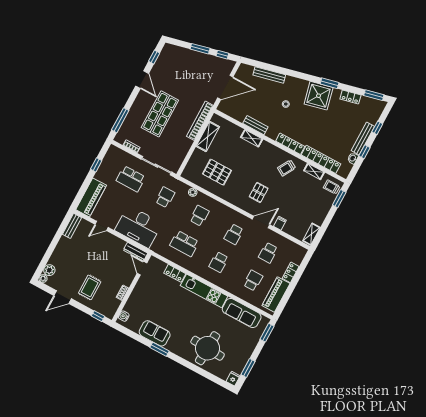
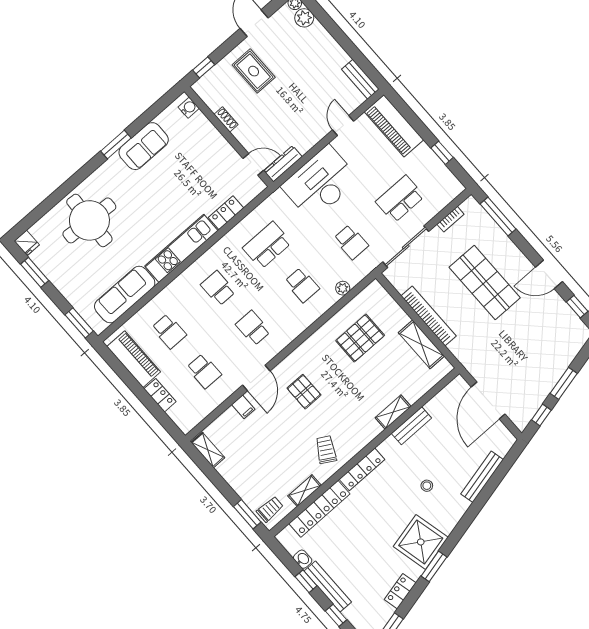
bookcase: (200, 121) -> (429, 316), moved
school desk: (268, 253) -> (204, 371), turned 180

